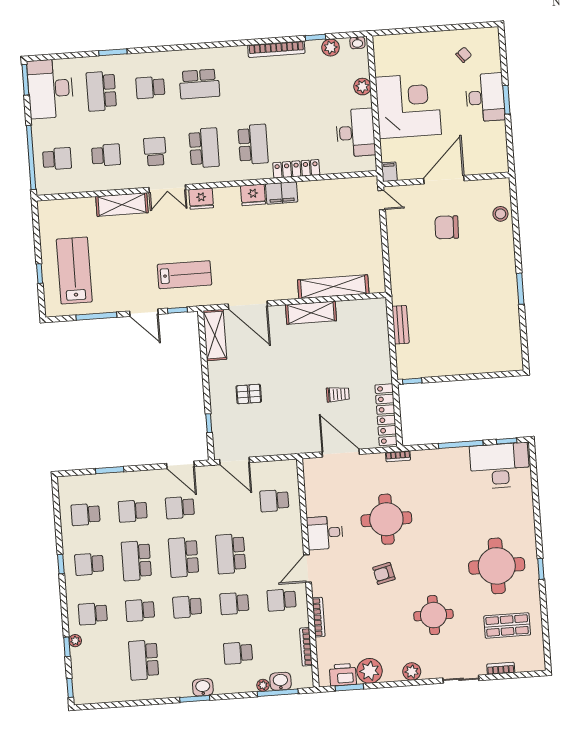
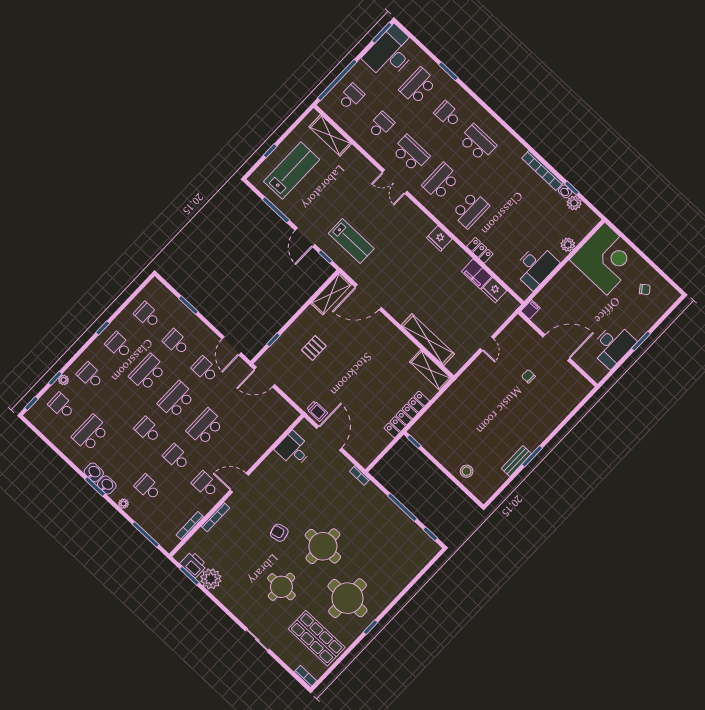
washbasin: (357, 43) -> (565, 191), moved
school desk: (199, 84) -> (478, 143), turned 180
desk: (485, 97) -> (613, 345), moved
corner desk: (408, 106) -> (606, 259), moved
school desk: (204, 148) -> (441, 182), turned 180
school desk: (155, 152) -> (411, 153), width x1.85
school desk: (106, 155) -> (381, 125), turned -90
school desk: (57, 159) -> (351, 97), turned -90
locker: (296, 169) -> (480, 250), width x0.66
filing cabinet: (282, 193) -> (477, 274), moved
fridge: (201, 199) -> (494, 290), moved
door: (382, 200) -> (487, 344), moved
shelving: (122, 205) -> (330, 135), moved
stool: (500, 214) -> (467, 471), moved
chair: (447, 227) -> (528, 376), width x0.54, depth x0.54
door: (248, 305) -> (368, 297), hinge flipped
shelving: (311, 313) -> (430, 370), moved
bench: (401, 325) -> (516, 461), moved
pallet: (249, 394) -> (314, 348), turned 90
trolley: (338, 394) -> (317, 411), moved
locker: (386, 415) -> (407, 415), moved
door: (235, 461) -> (264, 377), hinge flipped
desk: (500, 466) -> (411, 544), removed
school desk: (274, 501) -> (262, 424), removed
round table: (386, 519) -> (323, 546), moved
desk: (325, 533) -> (294, 449), moved
school desk: (140, 610) -> (61, 406), moved
shop shelf: (507, 625) -> (317, 638), width x1.43, depth x1.36
bookcase: (501, 668) -> (305, 676), moved
plant: (412, 672) -> (234, 605), removed
washbasin: (280, 681) -> (94, 472), moved
plant: (263, 685) -> (123, 504), moved

